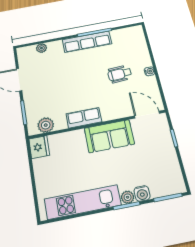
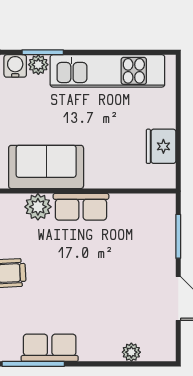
row of seats: (87, 42) -> (50, 348), width x0.68
plant: (46, 125) -> (38, 207), moved
fridge: (39, 147) -> (161, 146), moved

